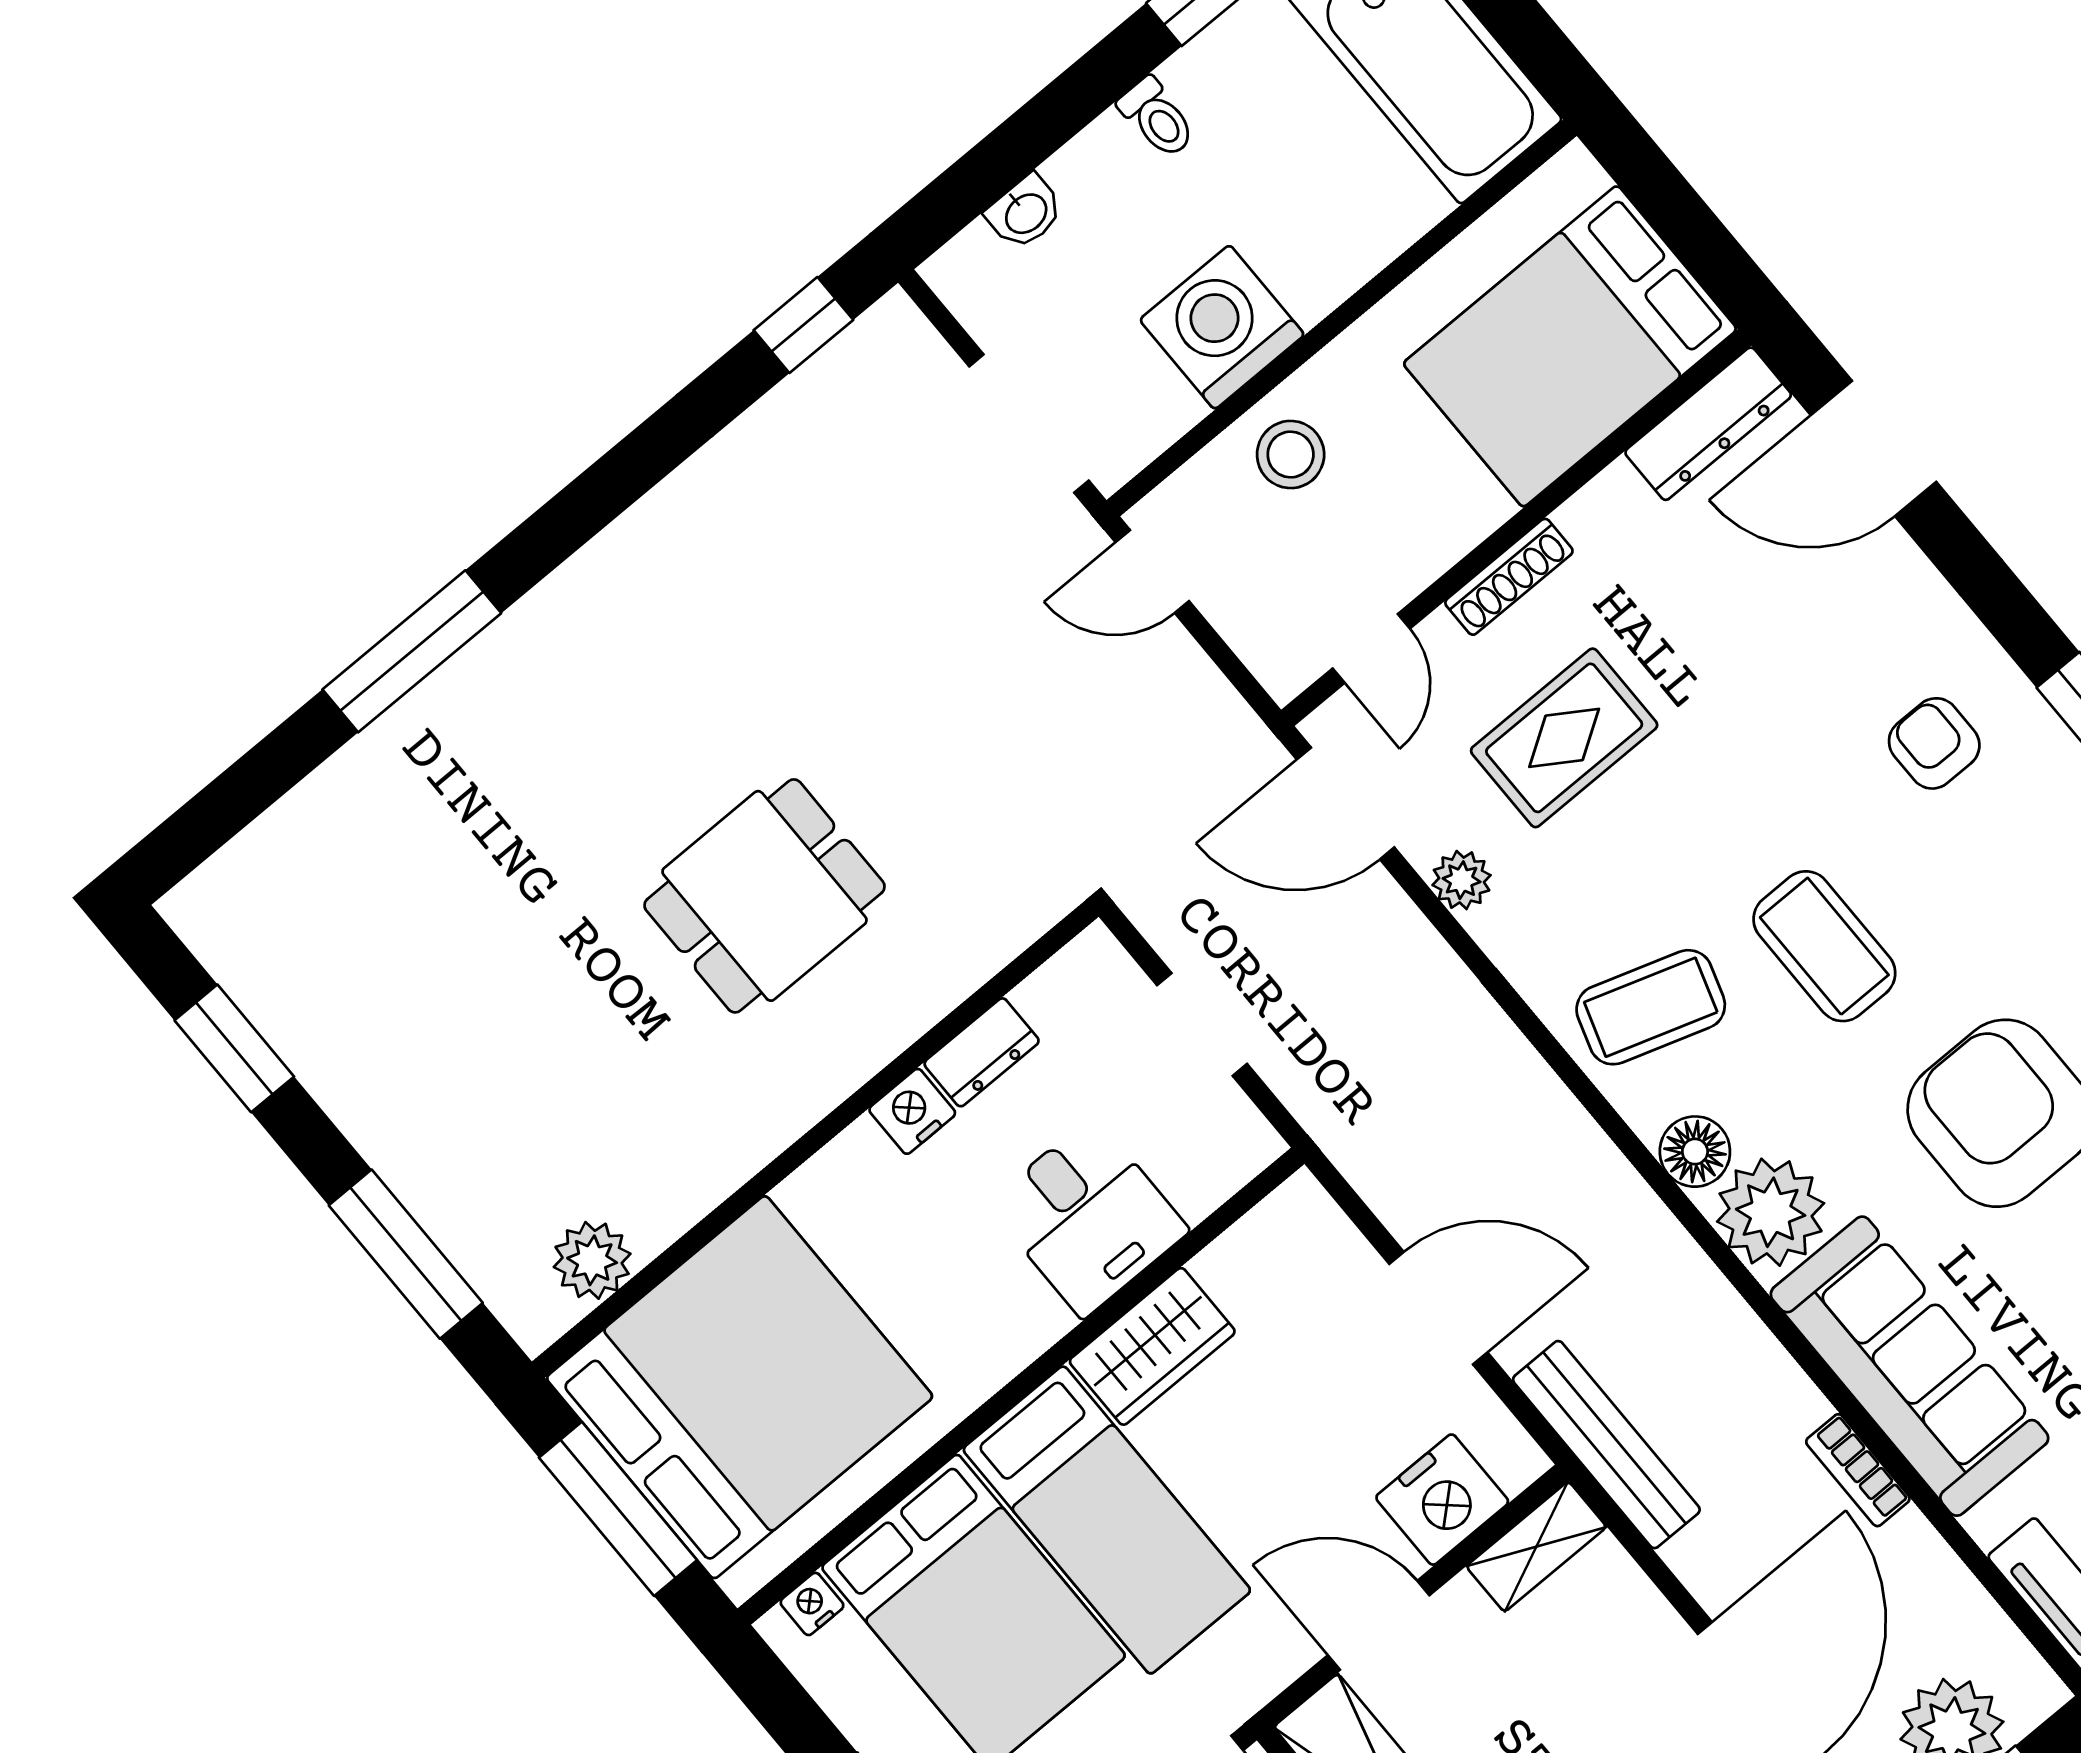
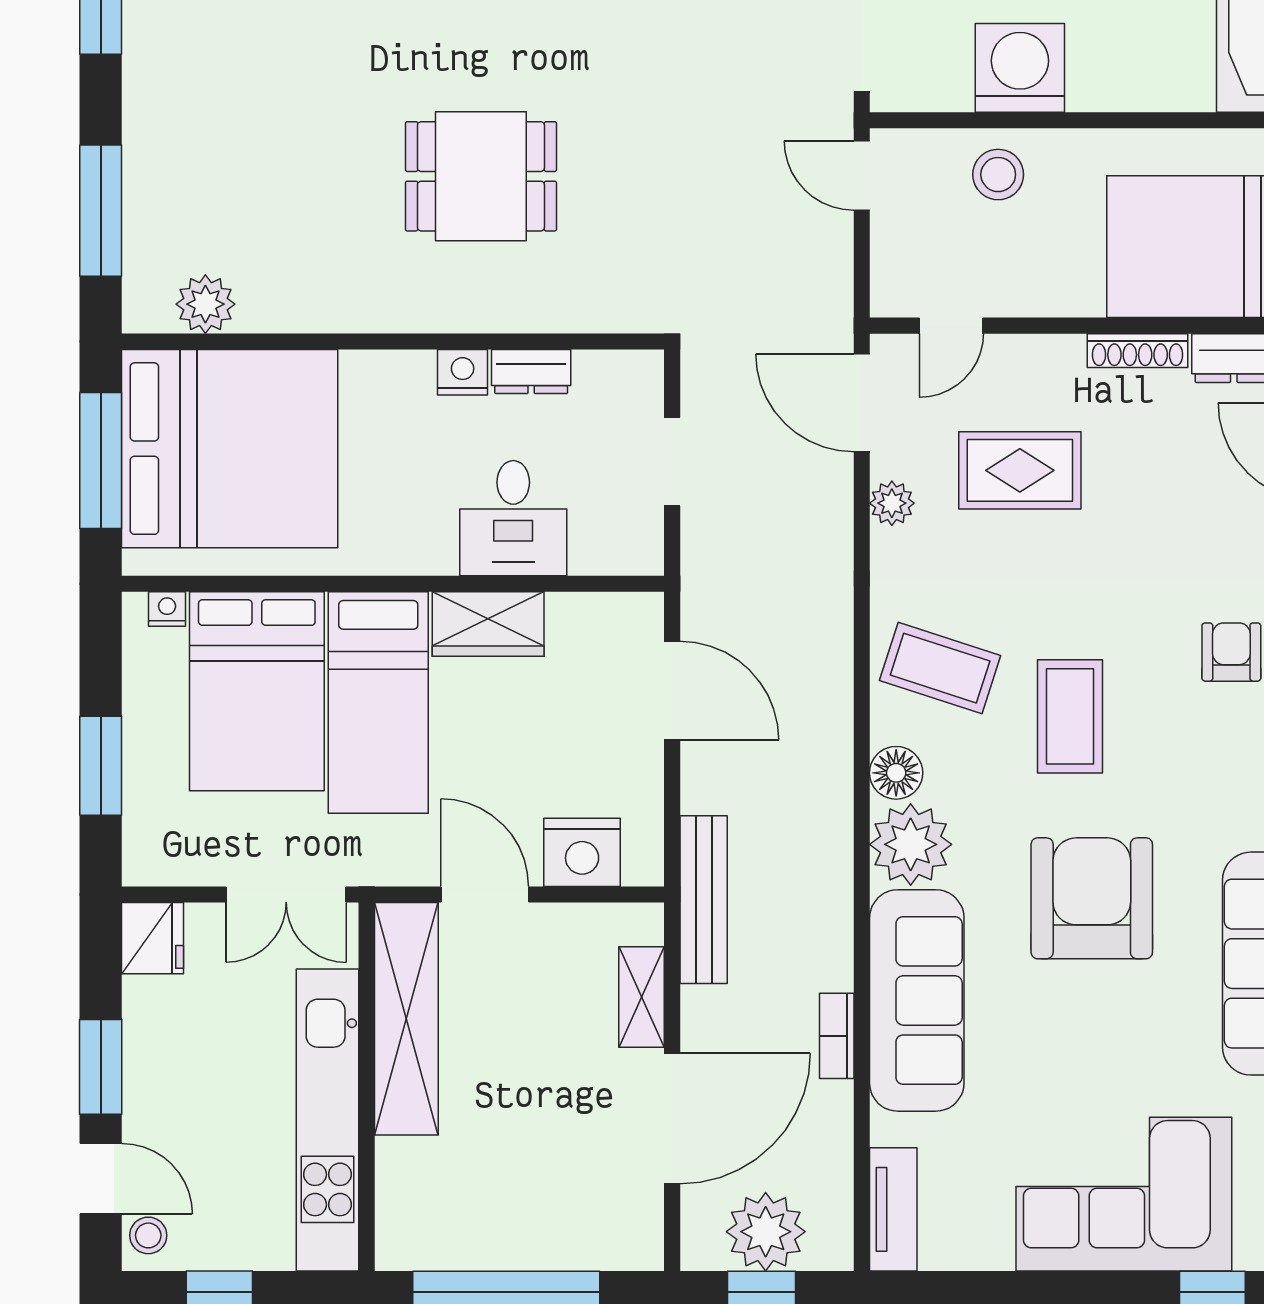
shoe rack: (1509, 577) -> (1138, 351), moved
door: (1438, 1308) -> (672, 690), moved
shelving: (1536, 1547) -> (642, 997), moved, turned 90

